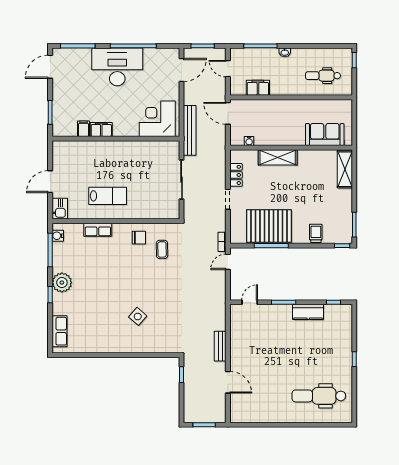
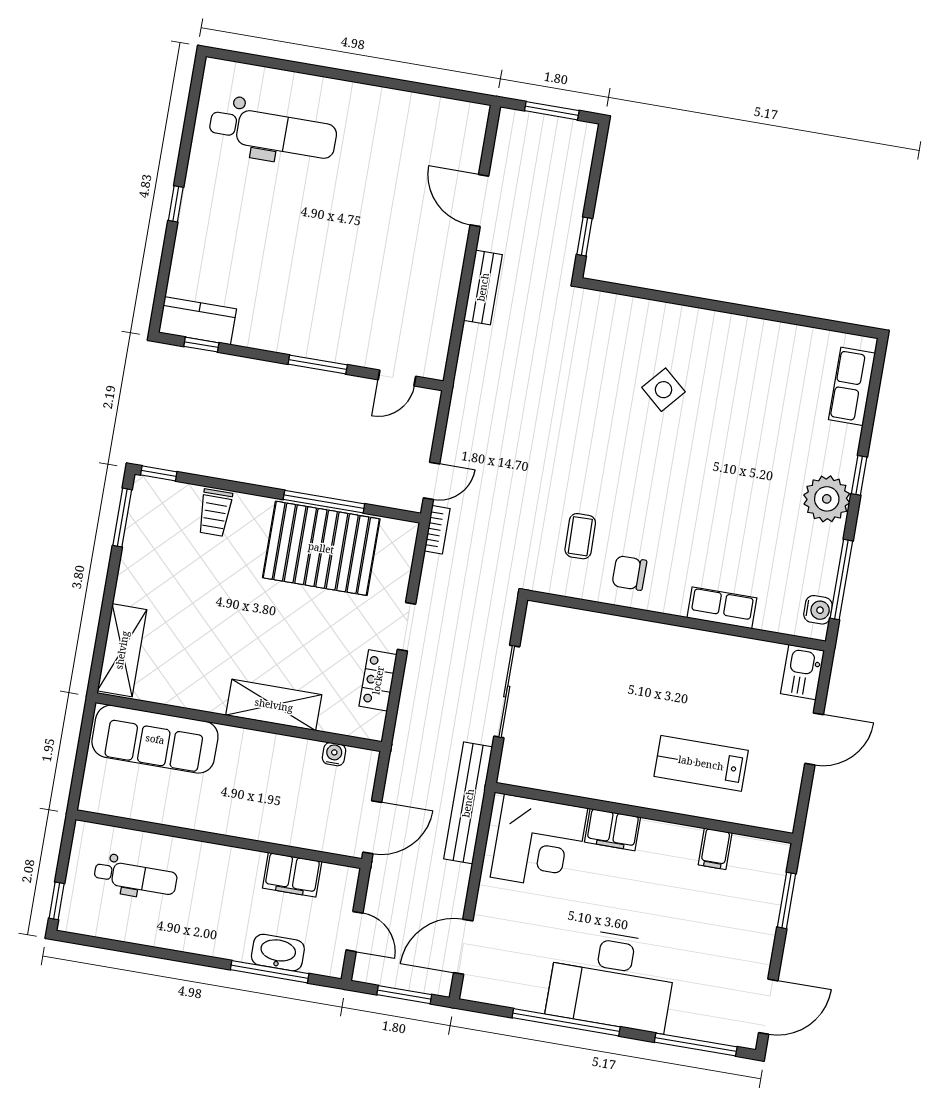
washbasin: (285, 52) -> (278, 953), moved, width x1.91, depth x1.45
door: (228, 113) -> (372, 827), hinge flipped
filing cabinet: (101, 129) -> (613, 830), moved
sofa: (325, 135) -> (155, 739), width x1.36
lab bench: (108, 196) -> (701, 763), moved
kitchen counter: (308, 312) -> (197, 321), moved

